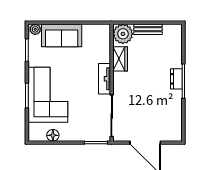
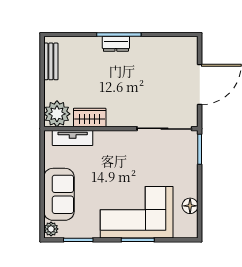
bench: (148, 29) -> (51, 61), moved
tv unit: (105, 79) -> (73, 138), moved

